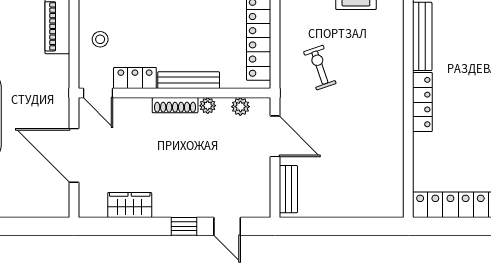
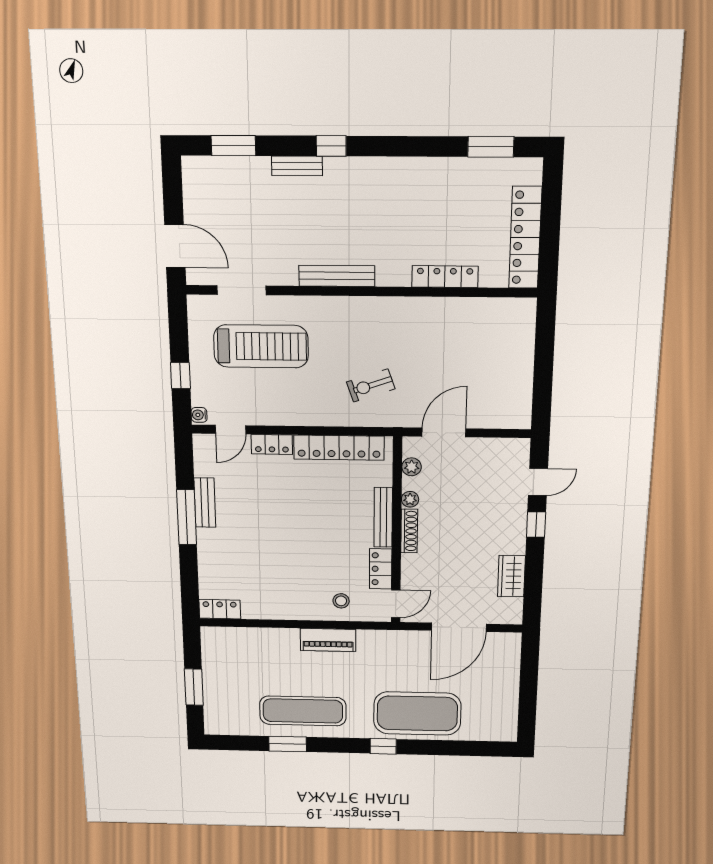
locker: (422, 102) -> (445, 277), moved
bench: (288, 189) -> (501, 420), removed

